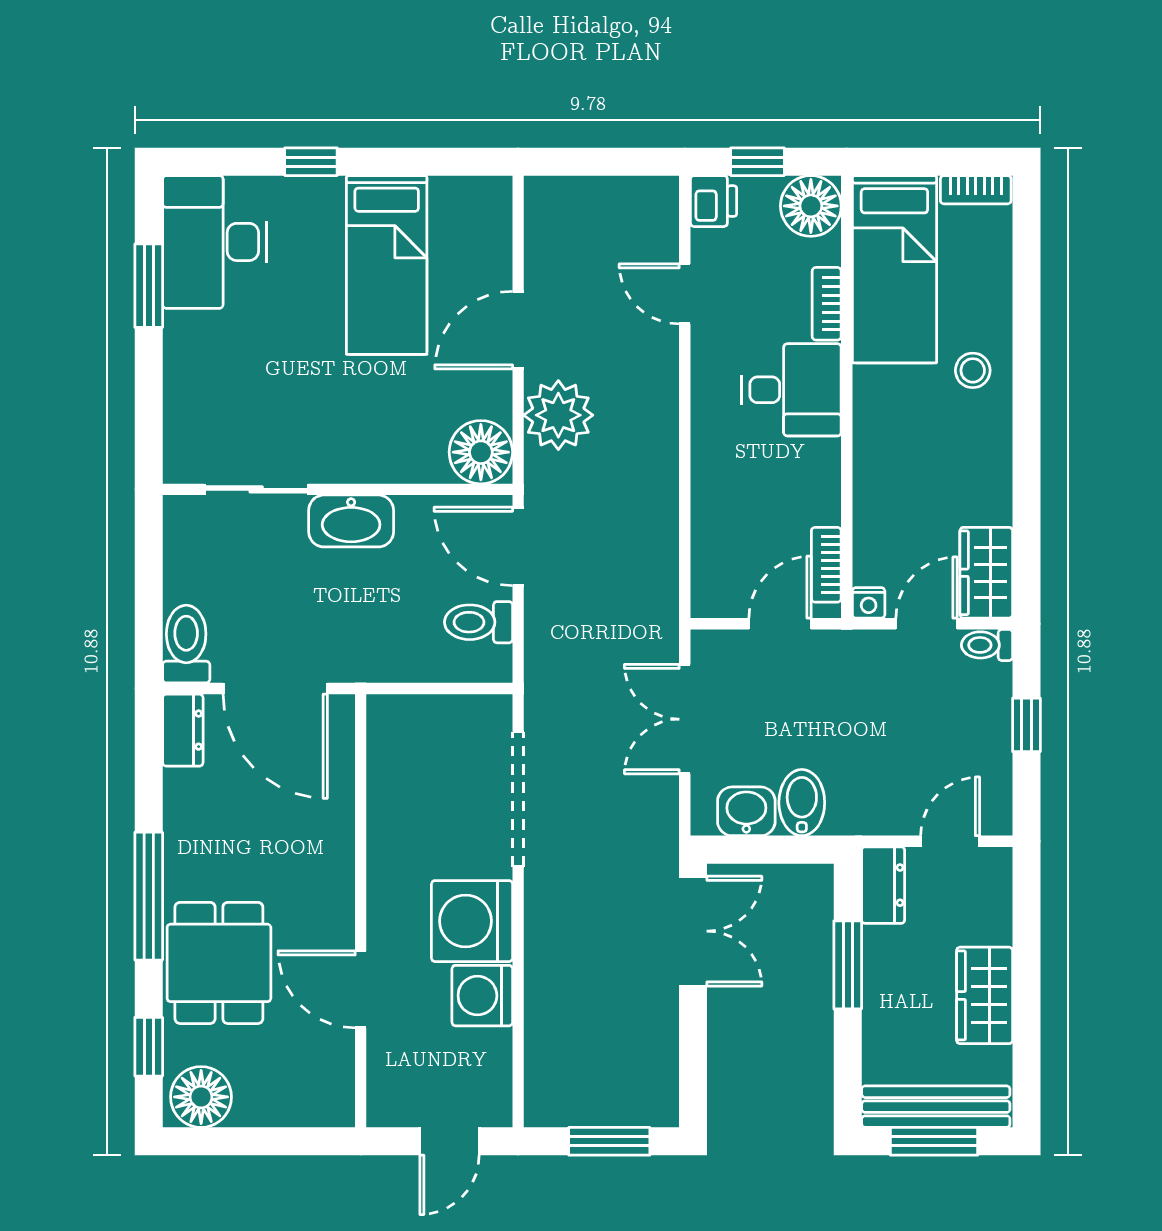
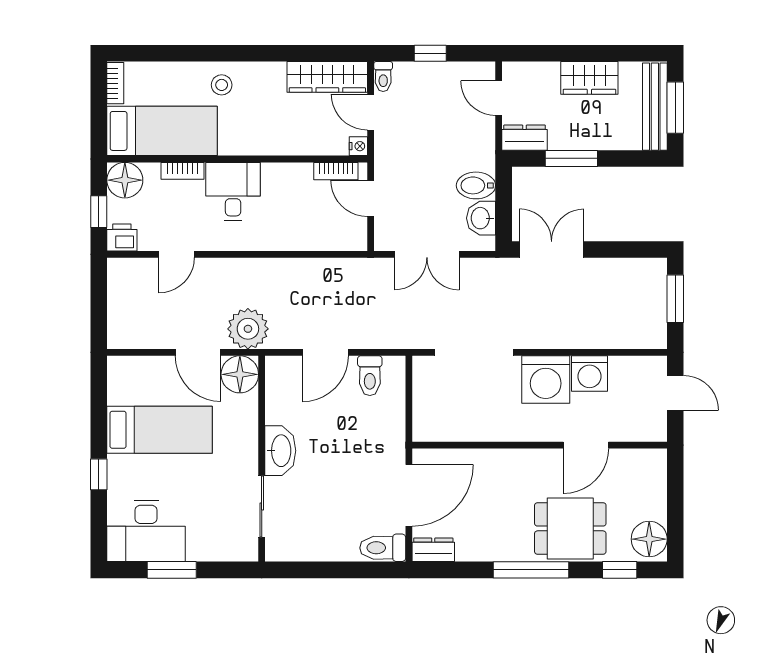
floor lamp: (481, 452) -> (240, 374), moved
sliding door: (256, 489) -> (262, 507), moved
wall: (338, 489) -> (262, 459), moved
washbasin: (351, 521) -> (280, 451), moved
wardrobe: (986, 573) -> (327, 77), width x1.50

